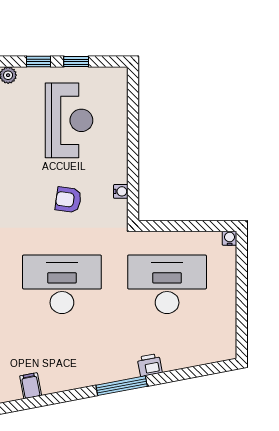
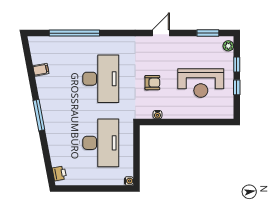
armchair: (68, 200) -> (152, 83), turned 82
printer: (150, 365) -> (59, 173), moved
filing cabinet: (31, 386) -> (41, 70), moved

